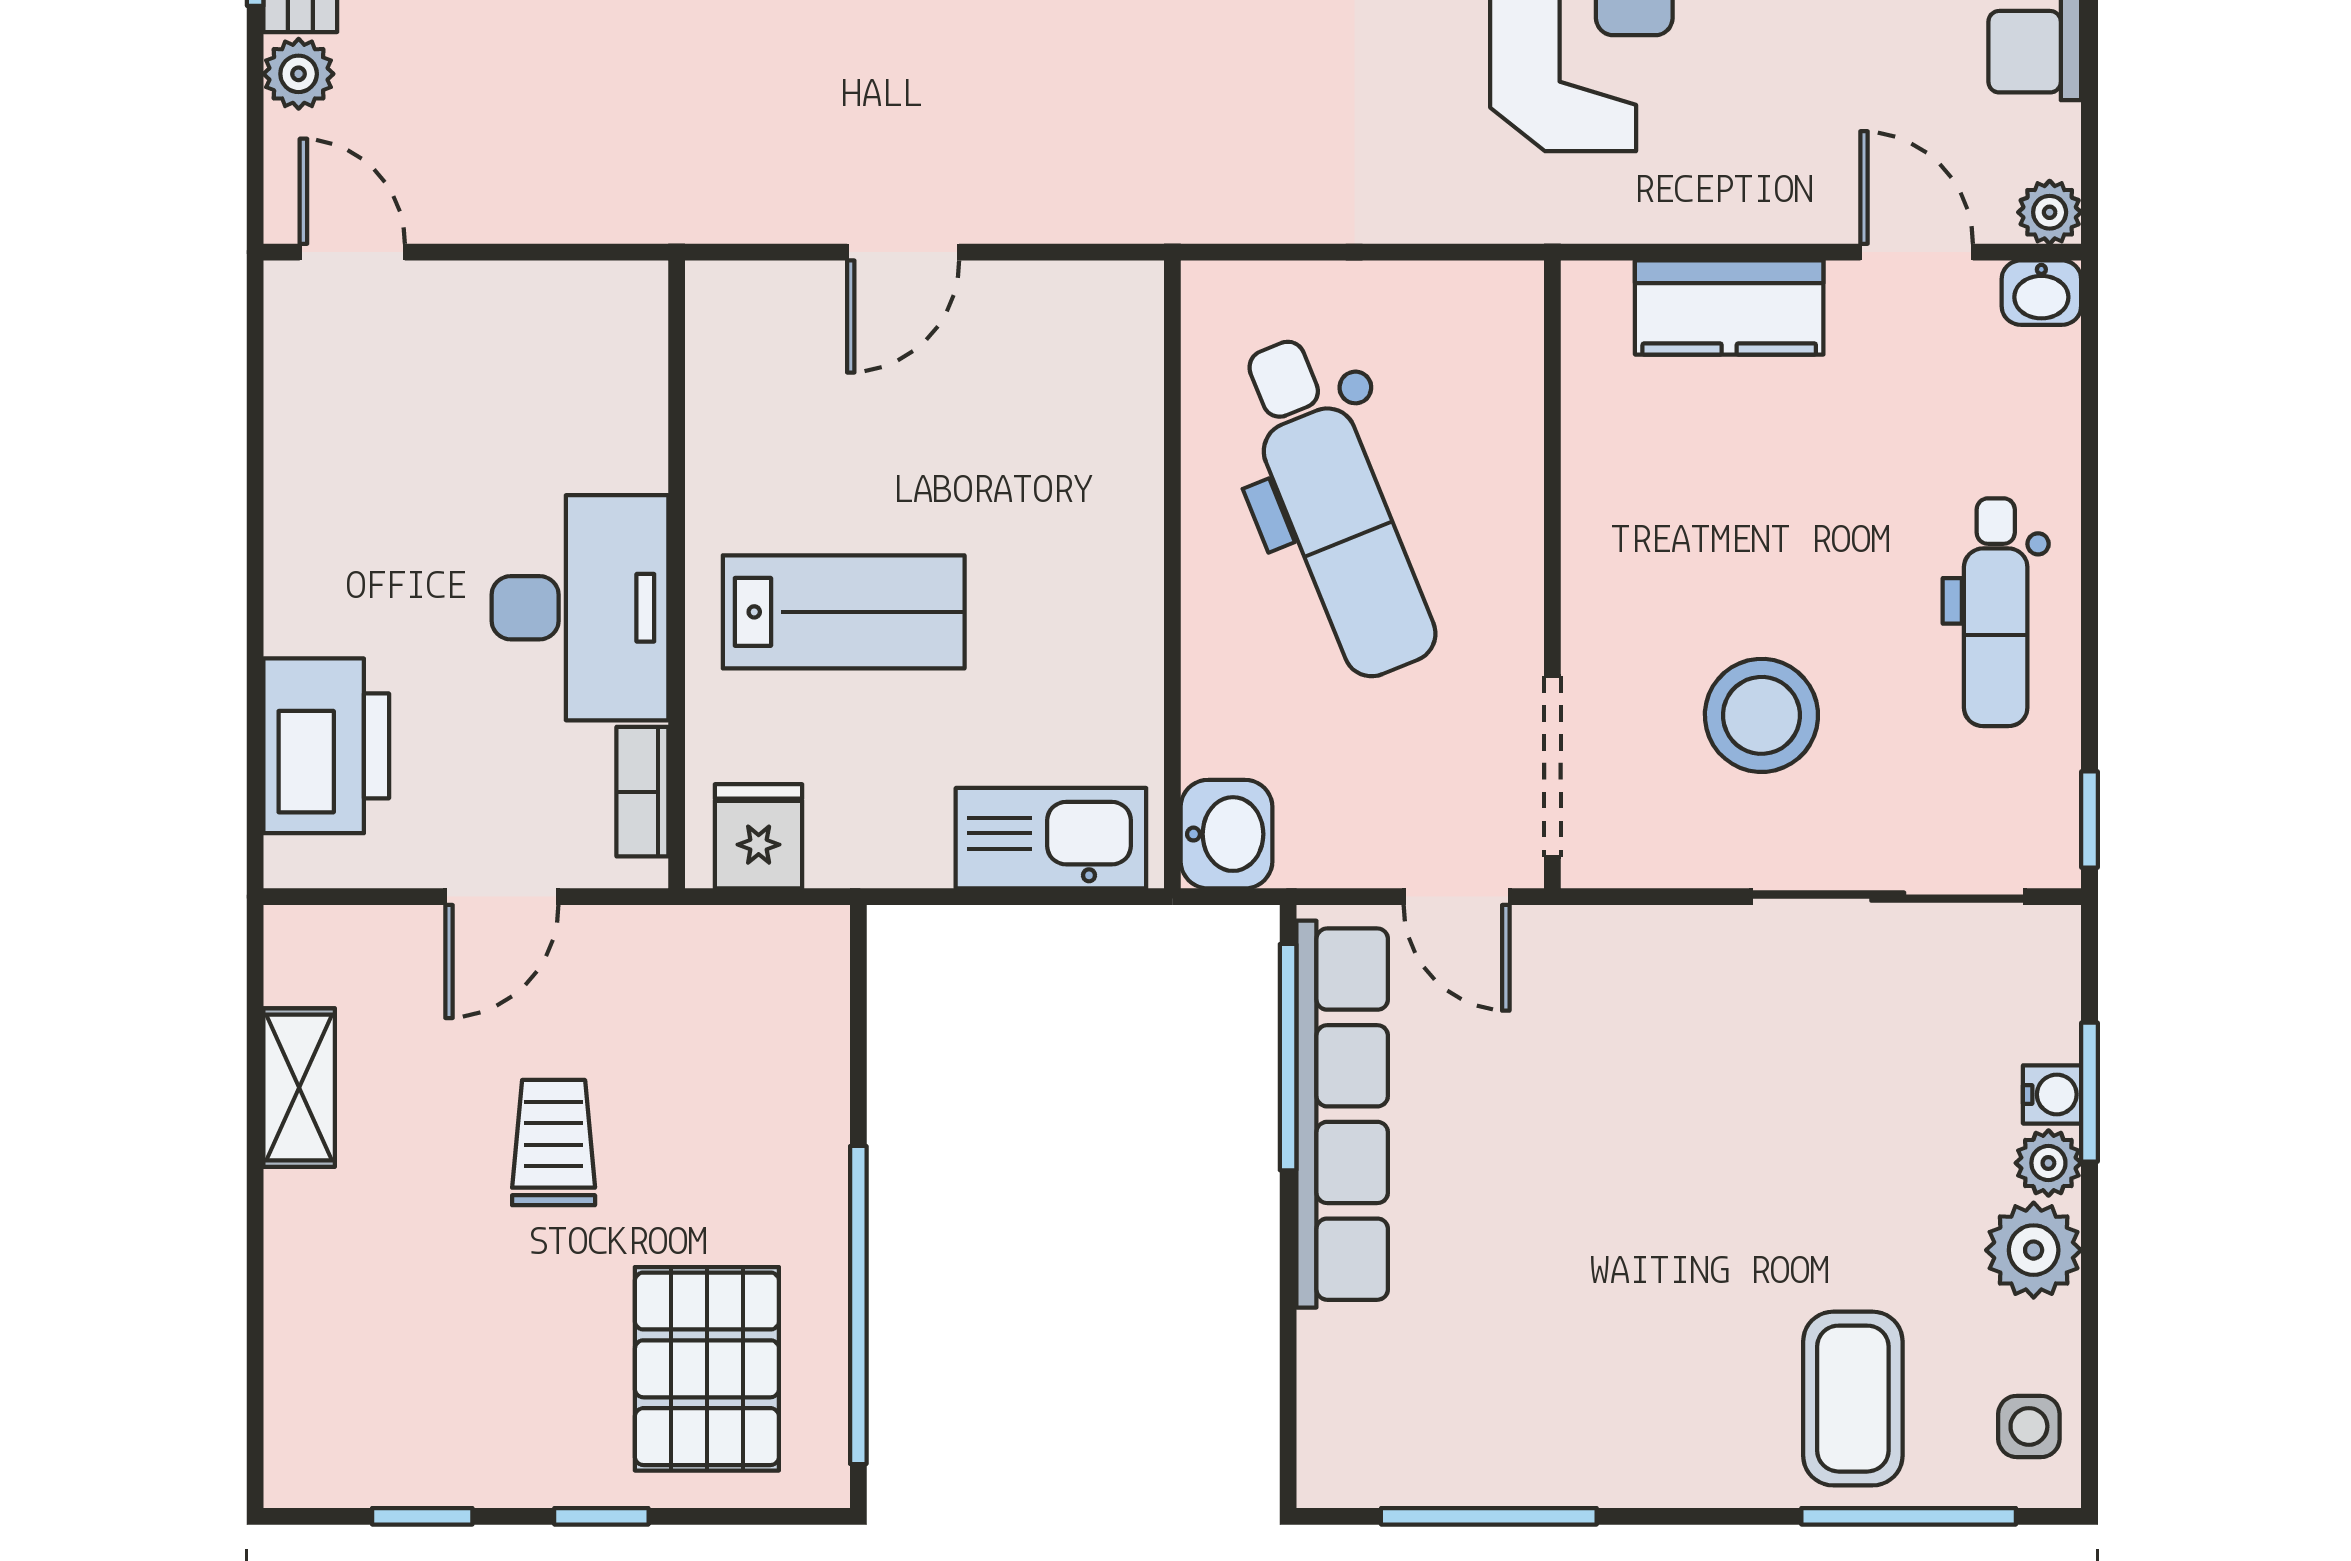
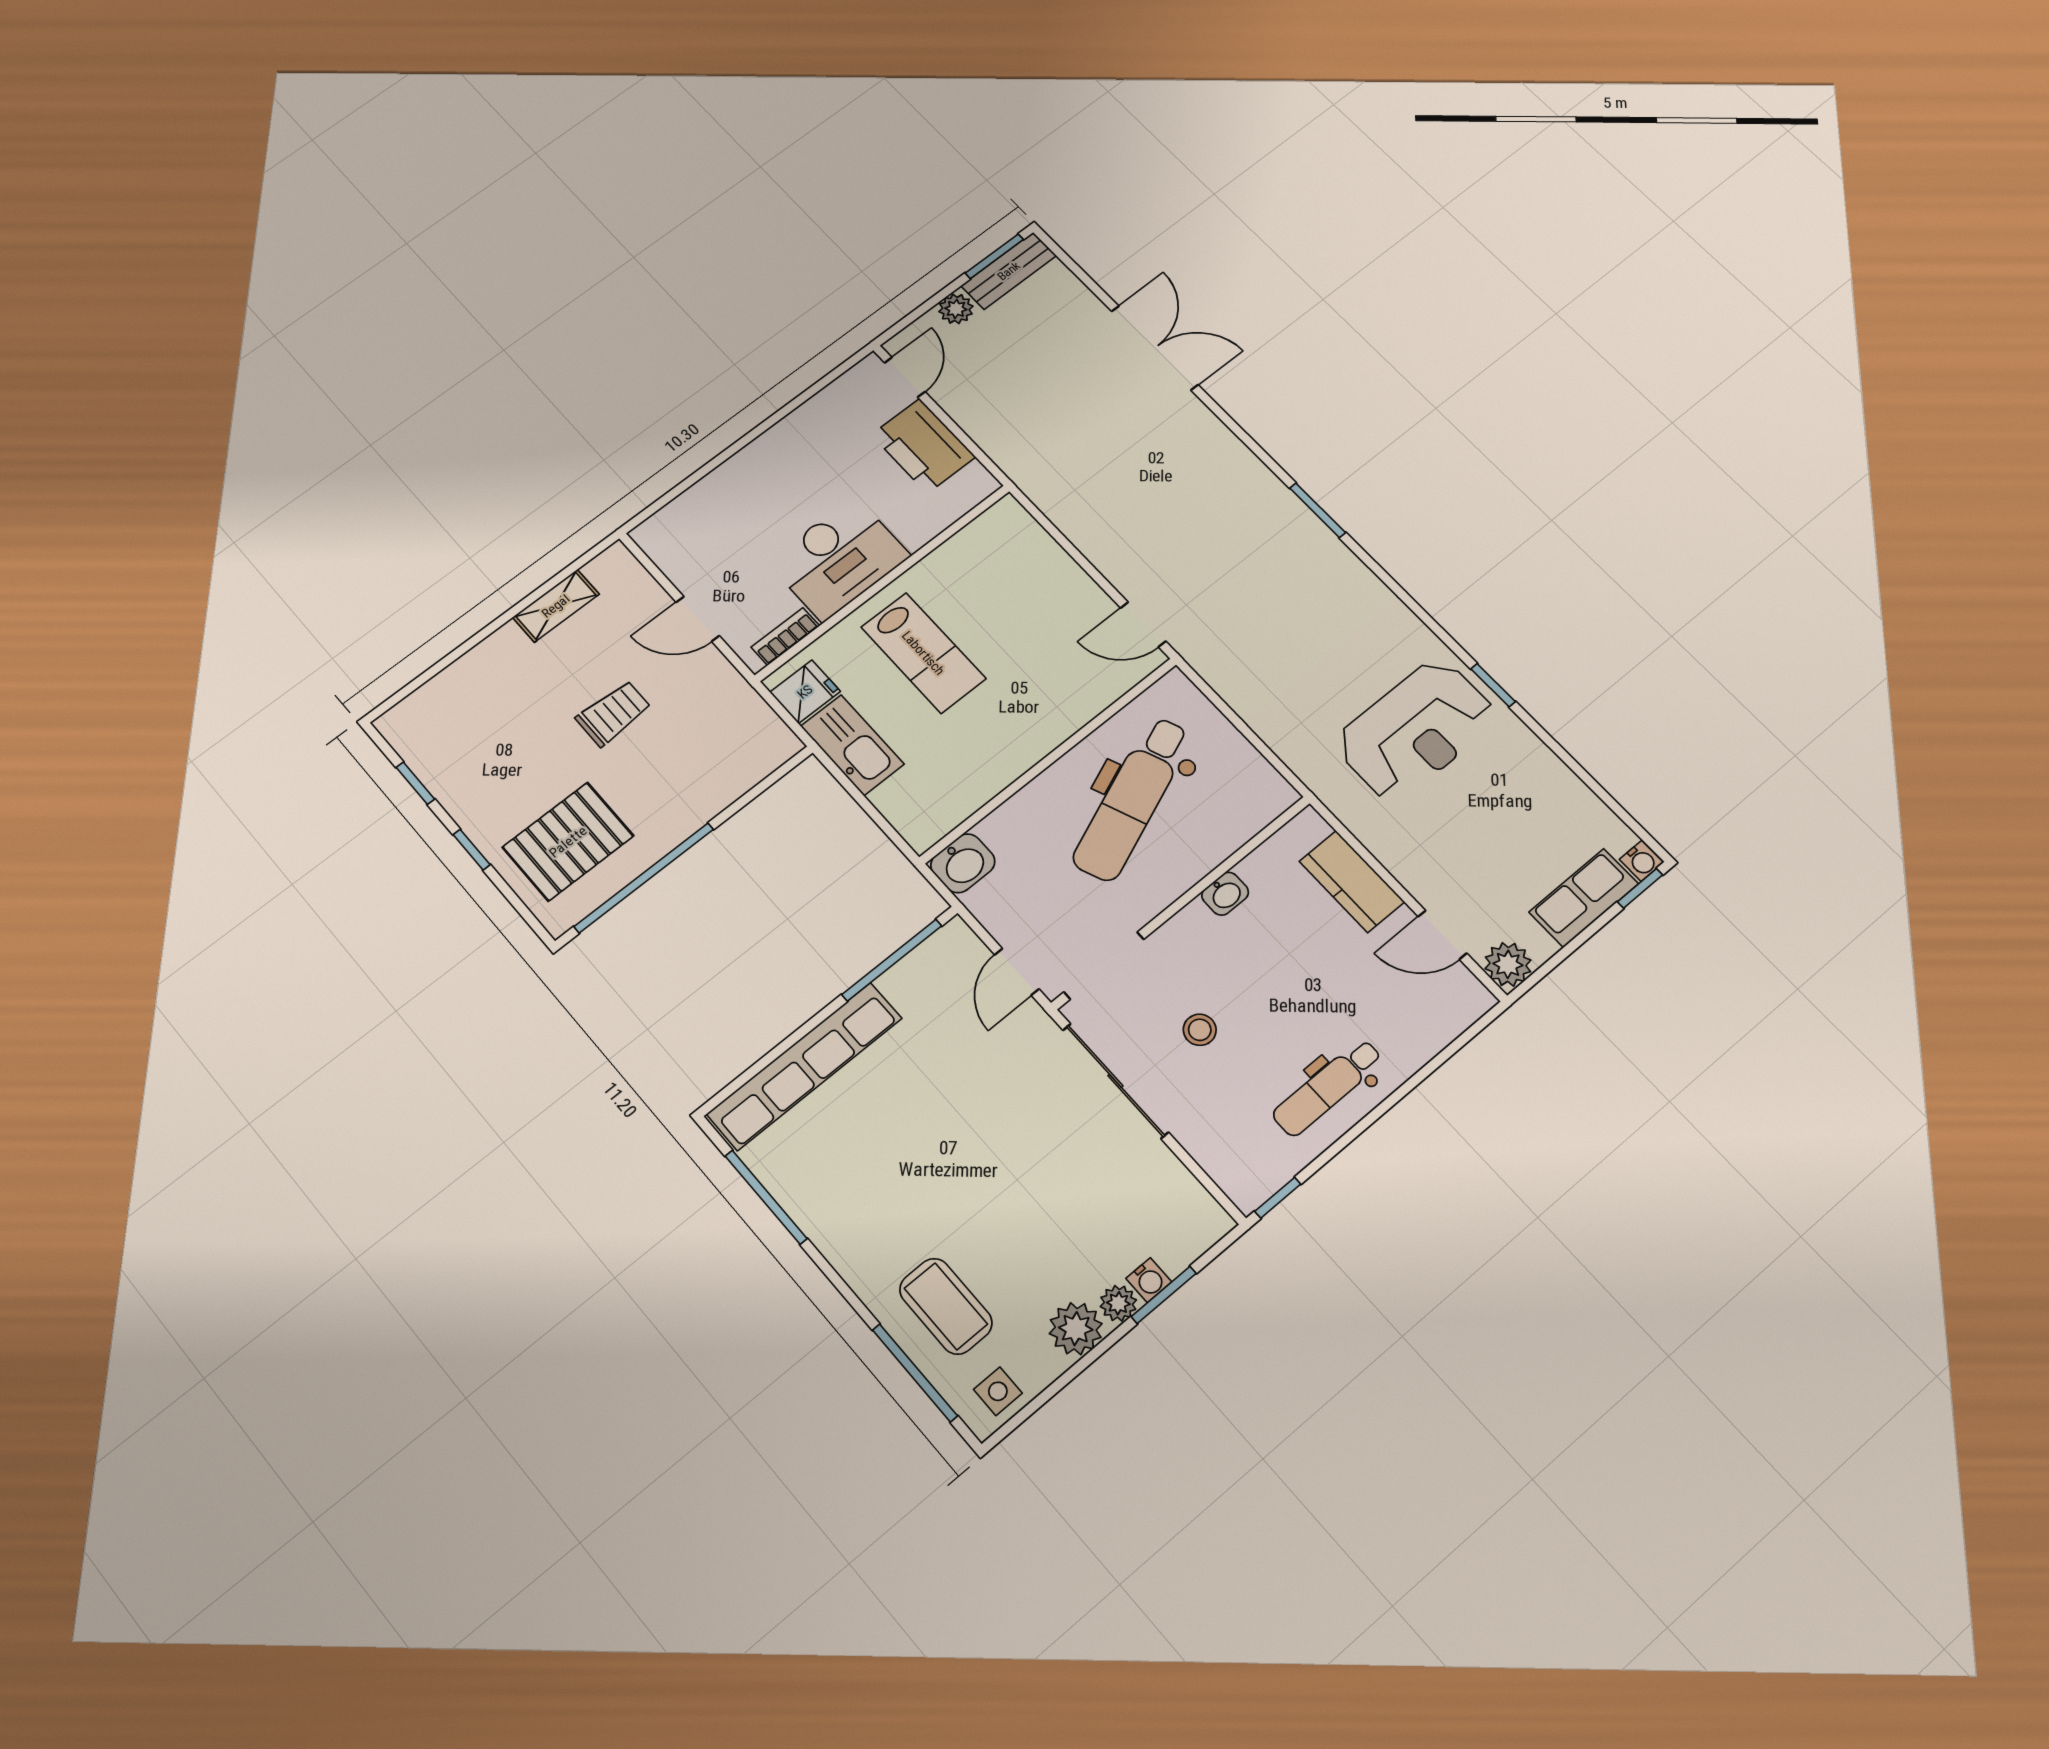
plant: (2050, 212) -> (1508, 964), width x1.38, depth x1.38
door: (903, 252) -> (1143, 625), moved
door: (1917, 252) -> (1442, 935), swing flipped
washbasin: (2041, 293) -> (1225, 894), moved, turned -90
stool: (1761, 715) -> (1200, 1030), width x0.53, depth x0.53
printer: (326, 746) -> (923, 446), moved, turned 90
kitchen sink: (1051, 838) -> (852, 745), moved
sliding door: (1888, 897) -> (1115, 1081), moved
row of seats: (1342, 1114) -> (805, 1066), moved
coffee table: (1853, 1399) -> (946, 1306), turned 90

